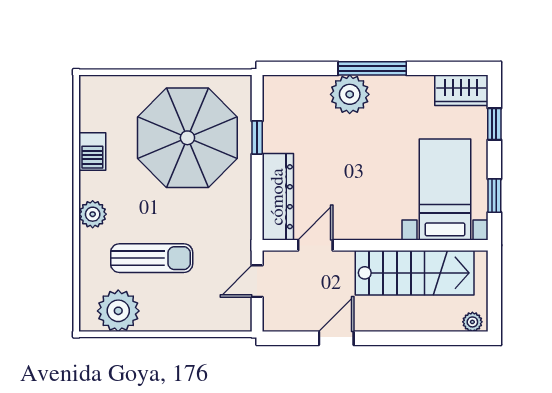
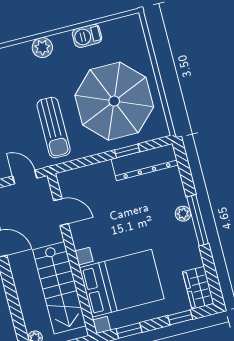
plant: (350, 94) -> (183, 214), width x0.53, depth x0.53
bed with nightstands: (445, 189) -> (122, 283), width x1.36
dresser: (278, 197) -> (145, 162), moved
sun lounger: (152, 258) -> (54, 128), moved

